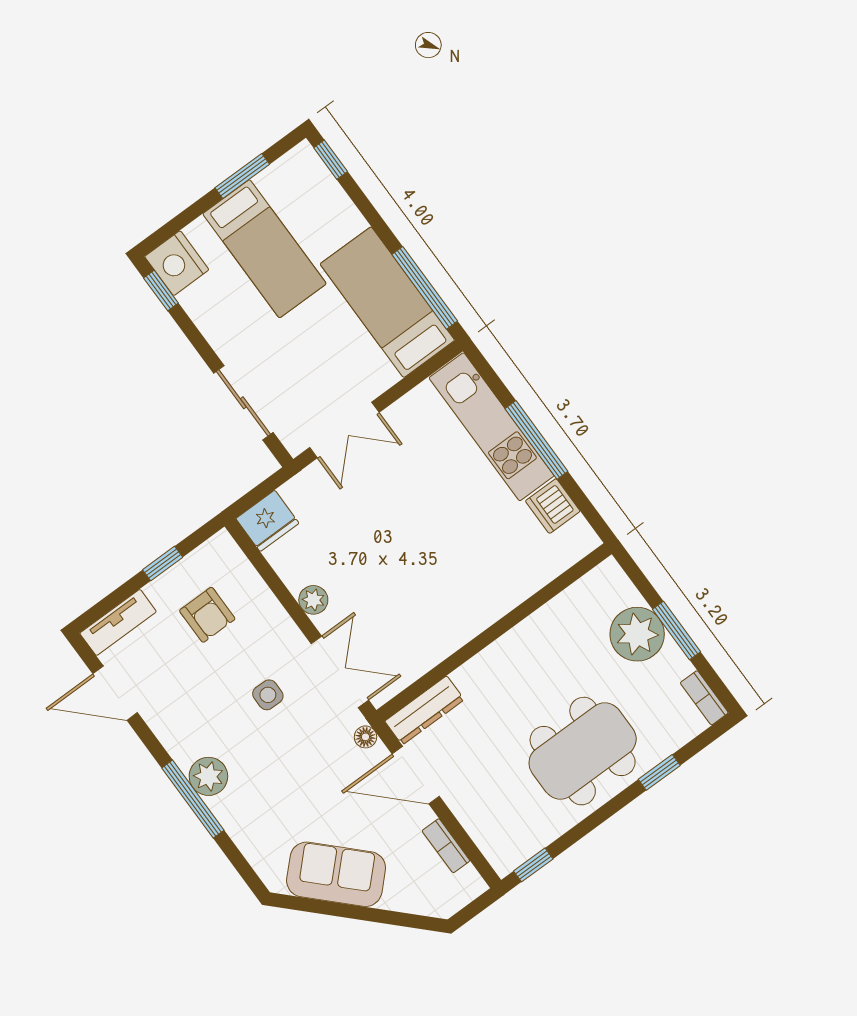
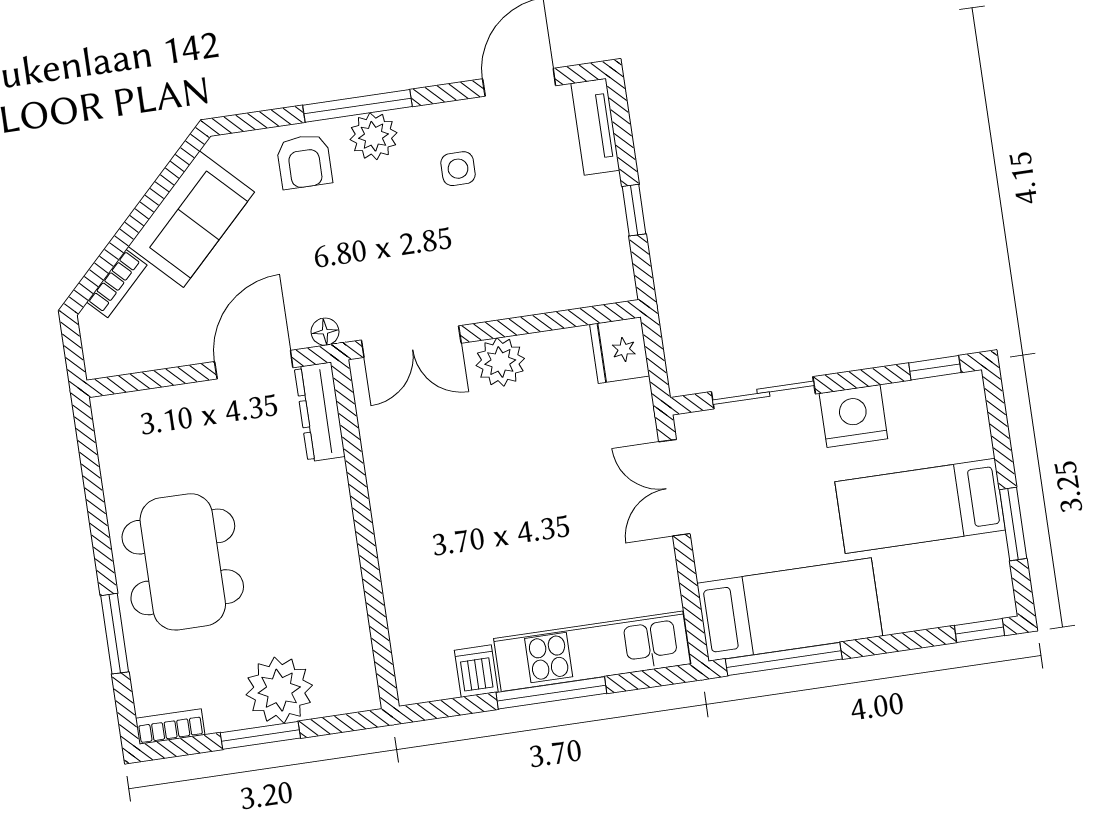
nightstand: (177, 263) -> (853, 416), moved
dishwasher: (553, 506) -> (476, 671), width x0.73
plant: (313, 600) -> (500, 362), width x1.38, depth x1.38
armchair: (207, 615) -> (304, 162), moved, turned -90
side table: (268, 695) -> (458, 169), moved
window: (659, 772) -> (115, 634), width x1.50
bookcase: (446, 846) -> (117, 283), moved, turned 135
window: (533, 865) -> (87, 441), removed

